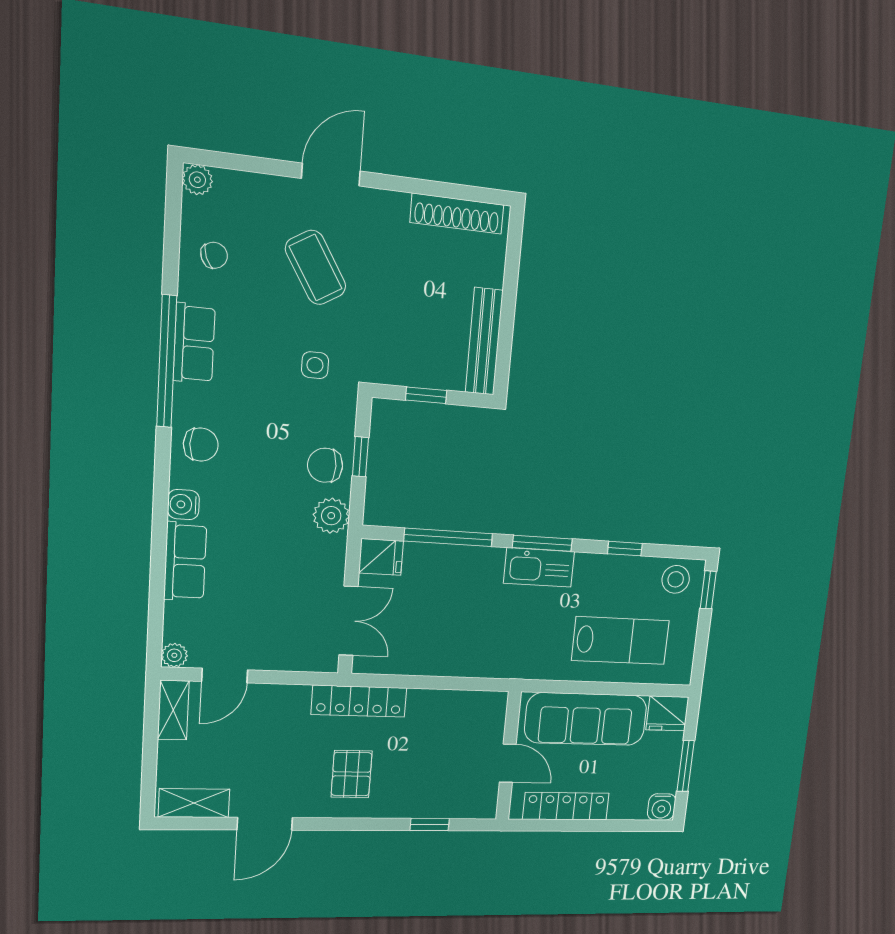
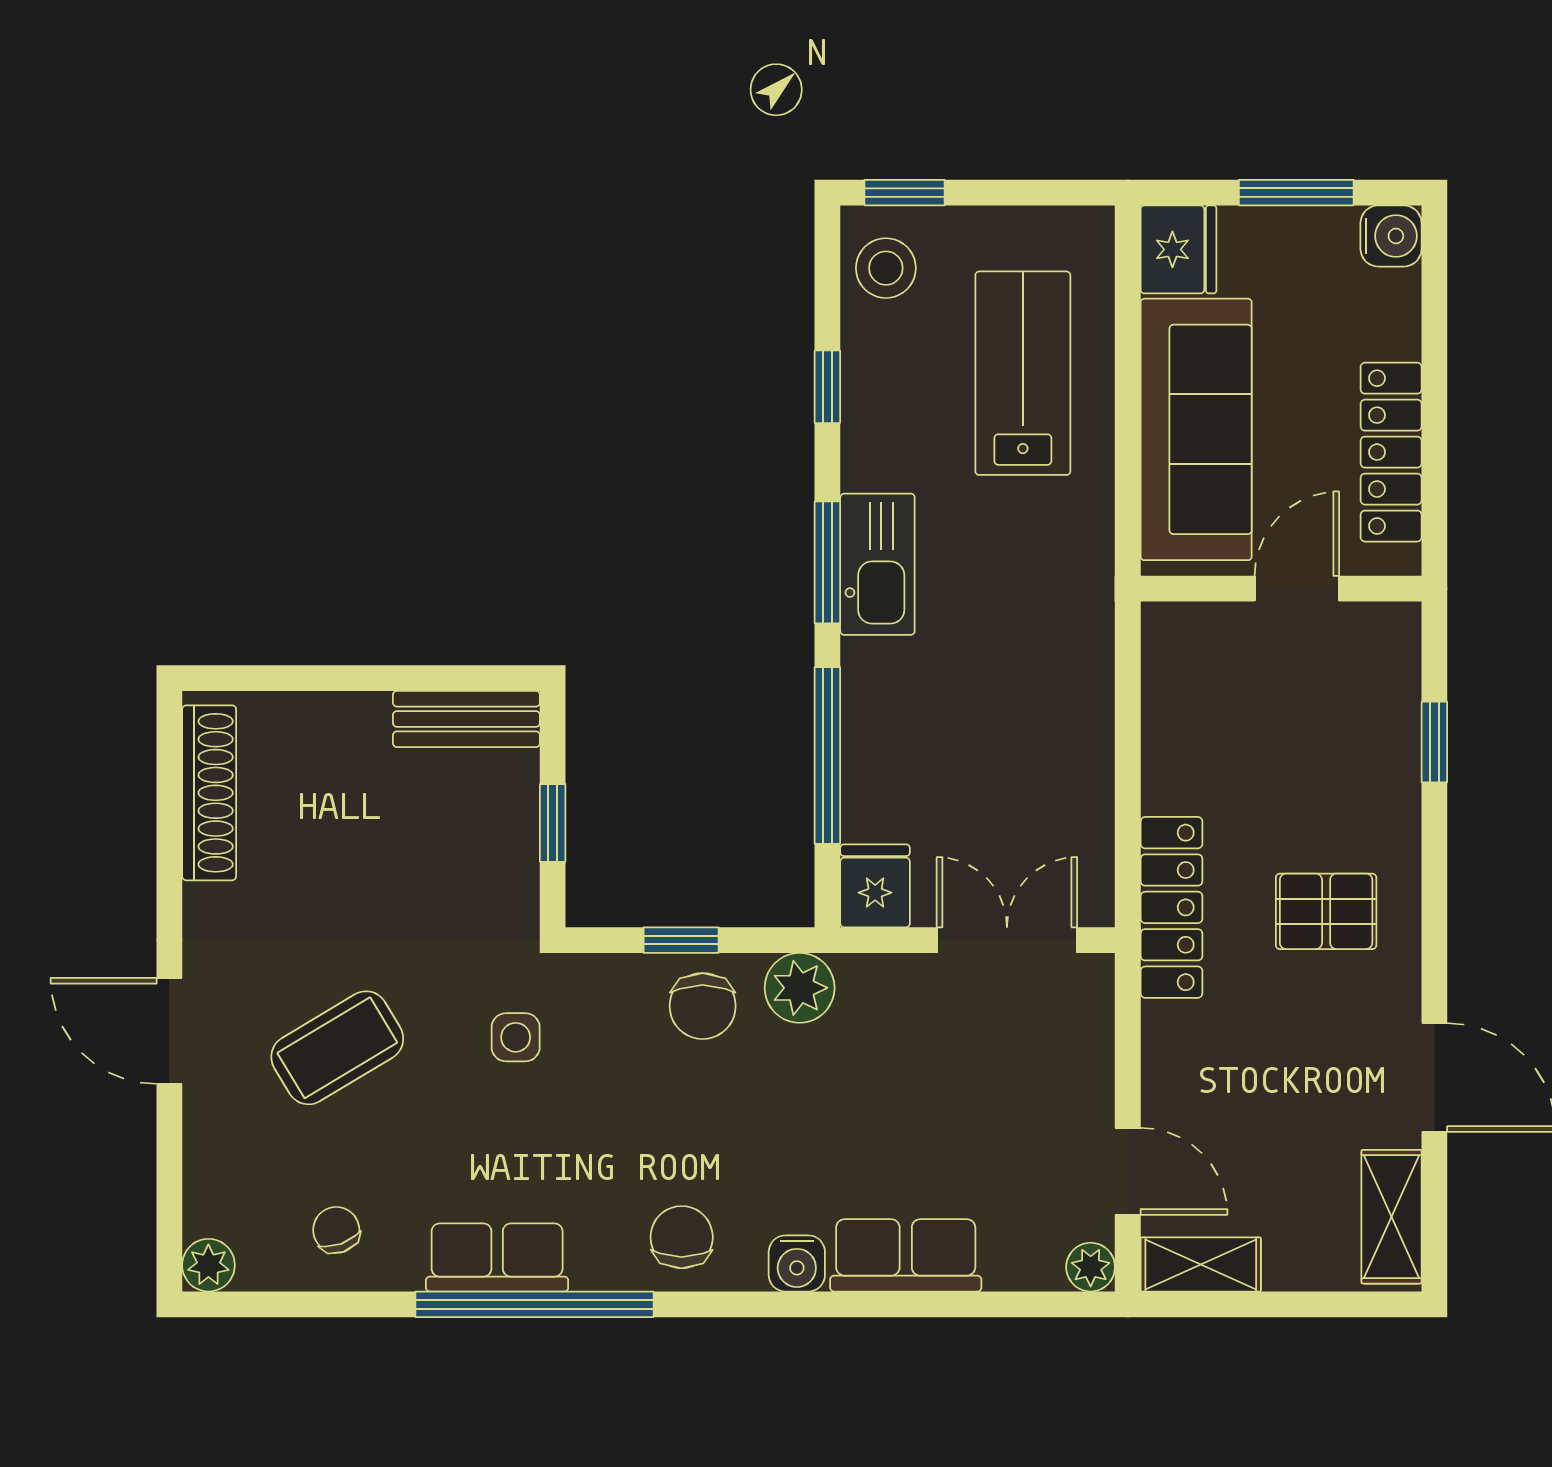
bench: (484, 341) -> (466, 719), width x0.73

